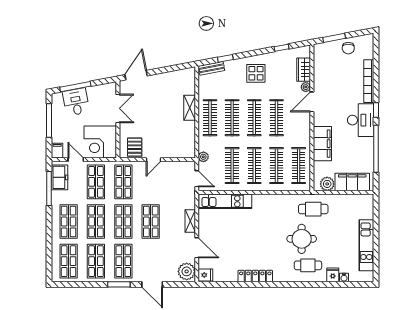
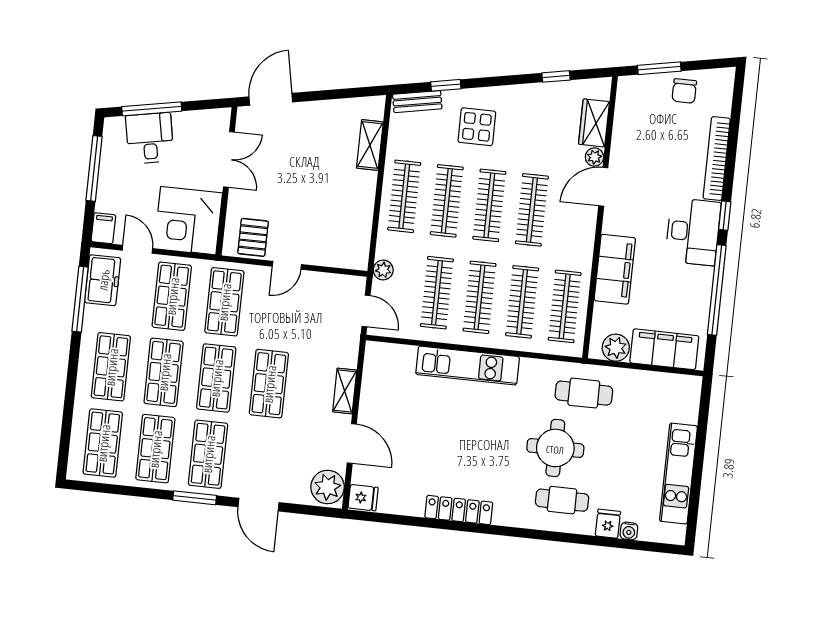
display table: (256, 73) -> (477, 127), moved
shelving: (190, 108) -> (370, 145), moved
kitchen unit: (225, 201) -> (468, 366), moved

